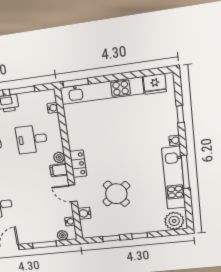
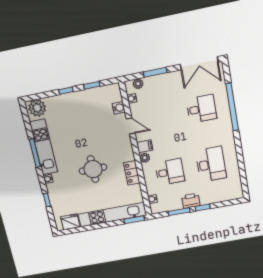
locker: (78, 164) -> (132, 173), moved
round table: (116, 194) -> (93, 169), moved, turned 37

